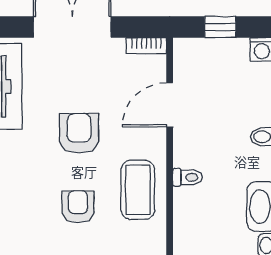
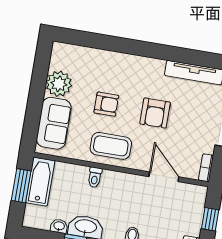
armchair: (79, 133) -> (155, 113), turned 90
toilet: (188, 177) -> (95, 177), moved

